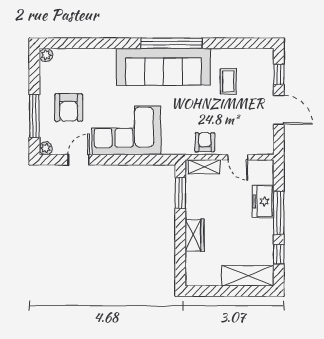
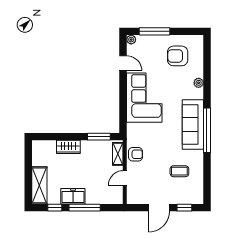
plant: (46, 55) -> (199, 83), moved
sofa: (163, 67) -> (193, 124), width x0.74, depth x0.79
armchair: (69, 107) -> (178, 56), moved
freezer: (263, 201) -> (73, 196), moved

